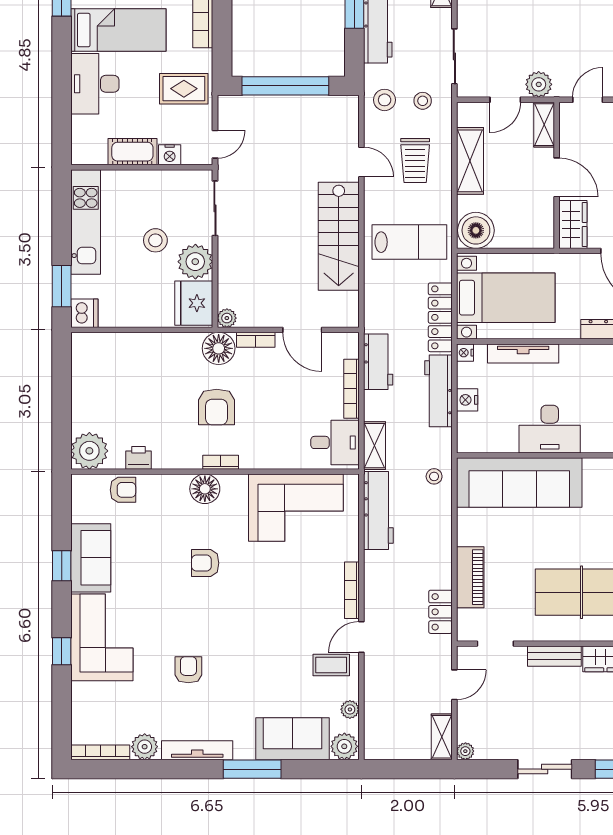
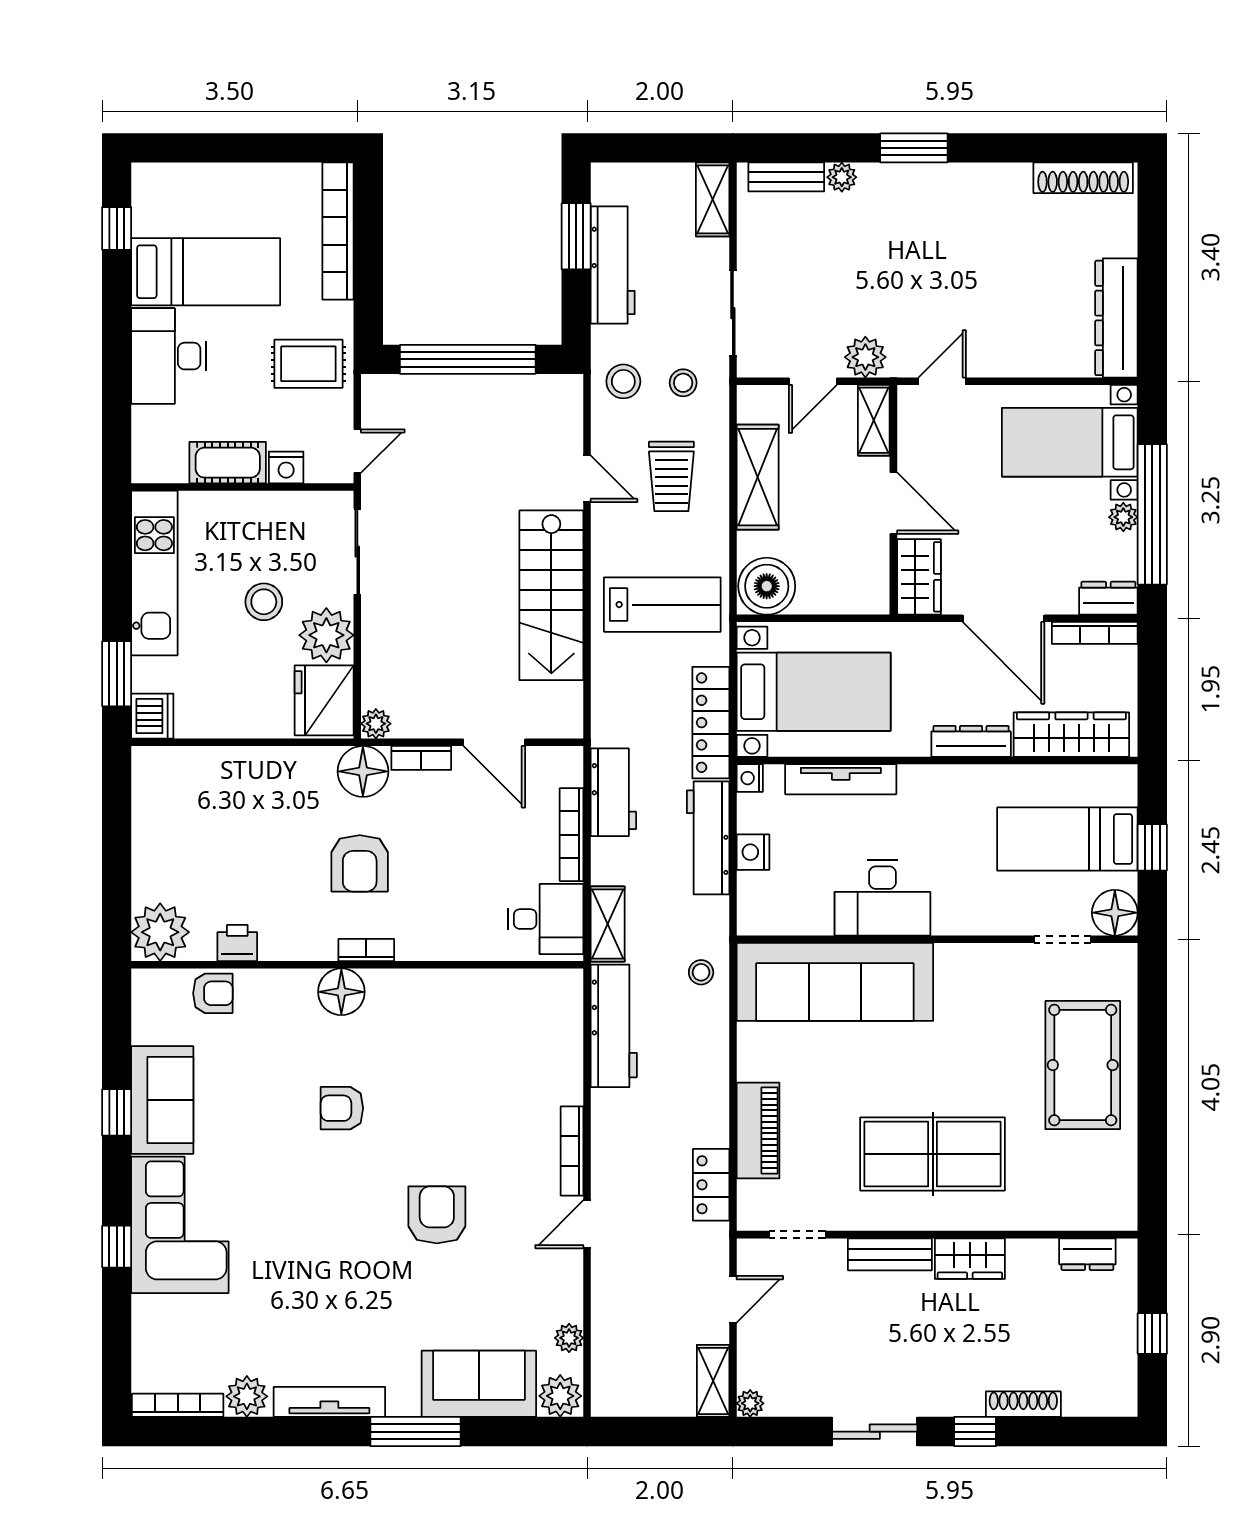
corner sofa: (296, 508) -> (484, 1021), removed
coffee table: (331, 665) -> (540, 1268), removed
armchair: (188, 670) -> (437, 1215), moved, width x1.38, depth x1.38

